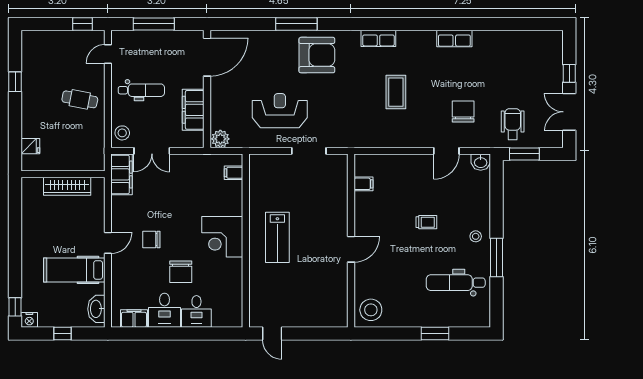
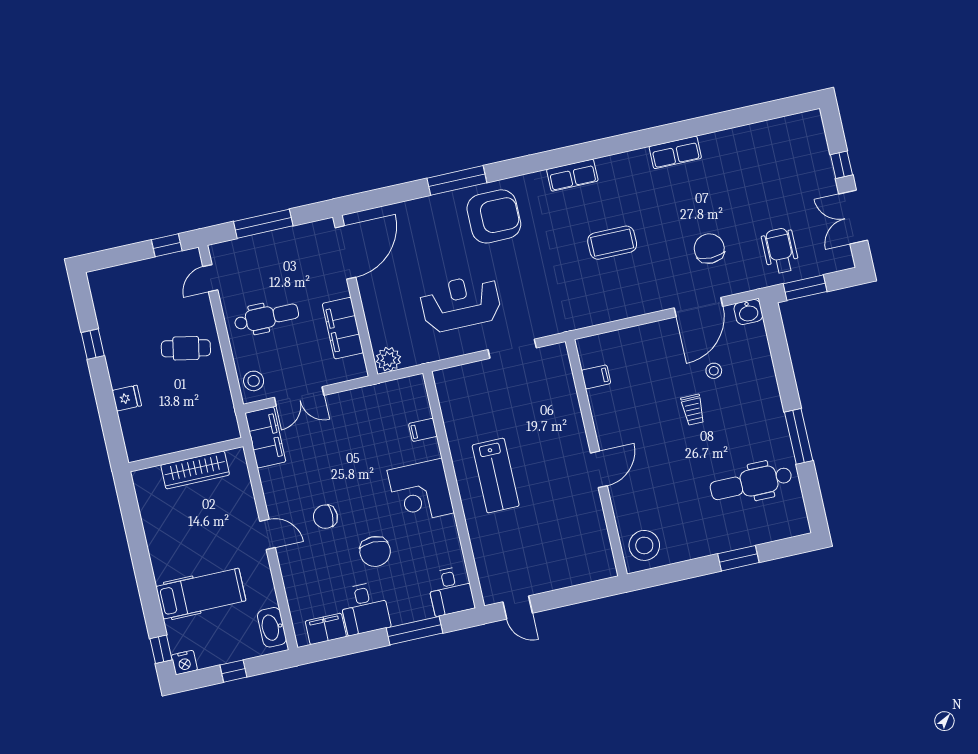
coffee table: (396, 92) -> (612, 243), turned 90
fridge: (30, 146) -> (127, 398), moved
door: (446, 151) -> (698, 307), width x1.36
filing cabinet: (233, 173) -> (423, 430), moved
trolley: (426, 222) -> (693, 410), turned 90
stool: (476, 236) -> (714, 371), moved
door: (108, 243) -> (268, 534), hinge flipped
hospital bed: (74, 270) -> (201, 594), moved, turned 180
desk: (196, 311) -> (451, 591), moved
window: (196, 334) -> (415, 631), added

